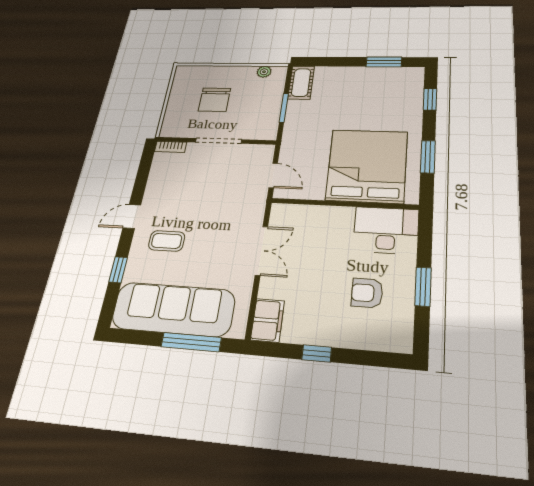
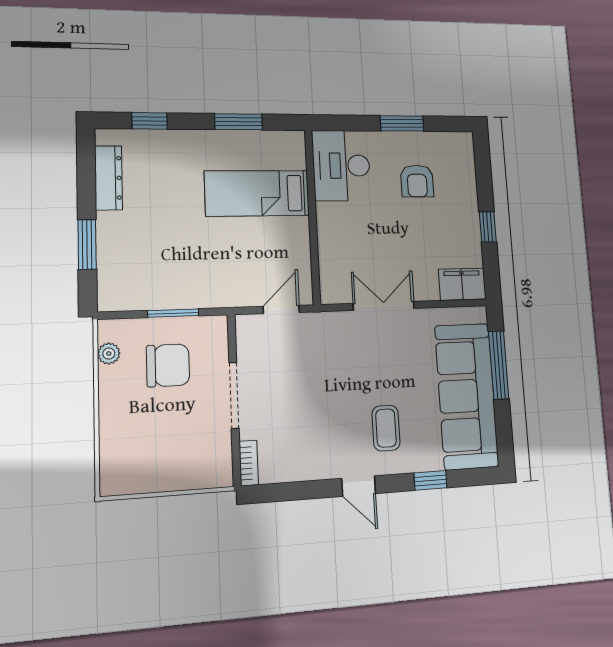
window: (384, 62) -> (87, 244), moved
dresser: (387, 74) -> (109, 178), added
cot: (301, 83) -> (127, 295), removed
chair: (214, 100) -> (168, 365), moved
bed: (367, 166) -> (257, 193), width x0.49

